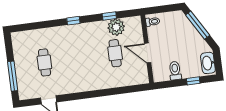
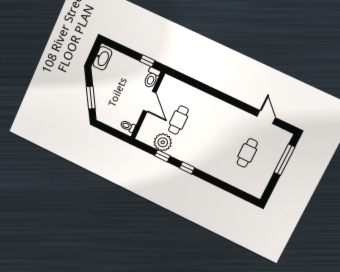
window: (73, 21) -> (187, 168), moved
window: (198, 25) -> (91, 98), width x0.69
toilet: (175, 71) -> (152, 78), moved
window: (193, 81) -> (147, 61), moved

